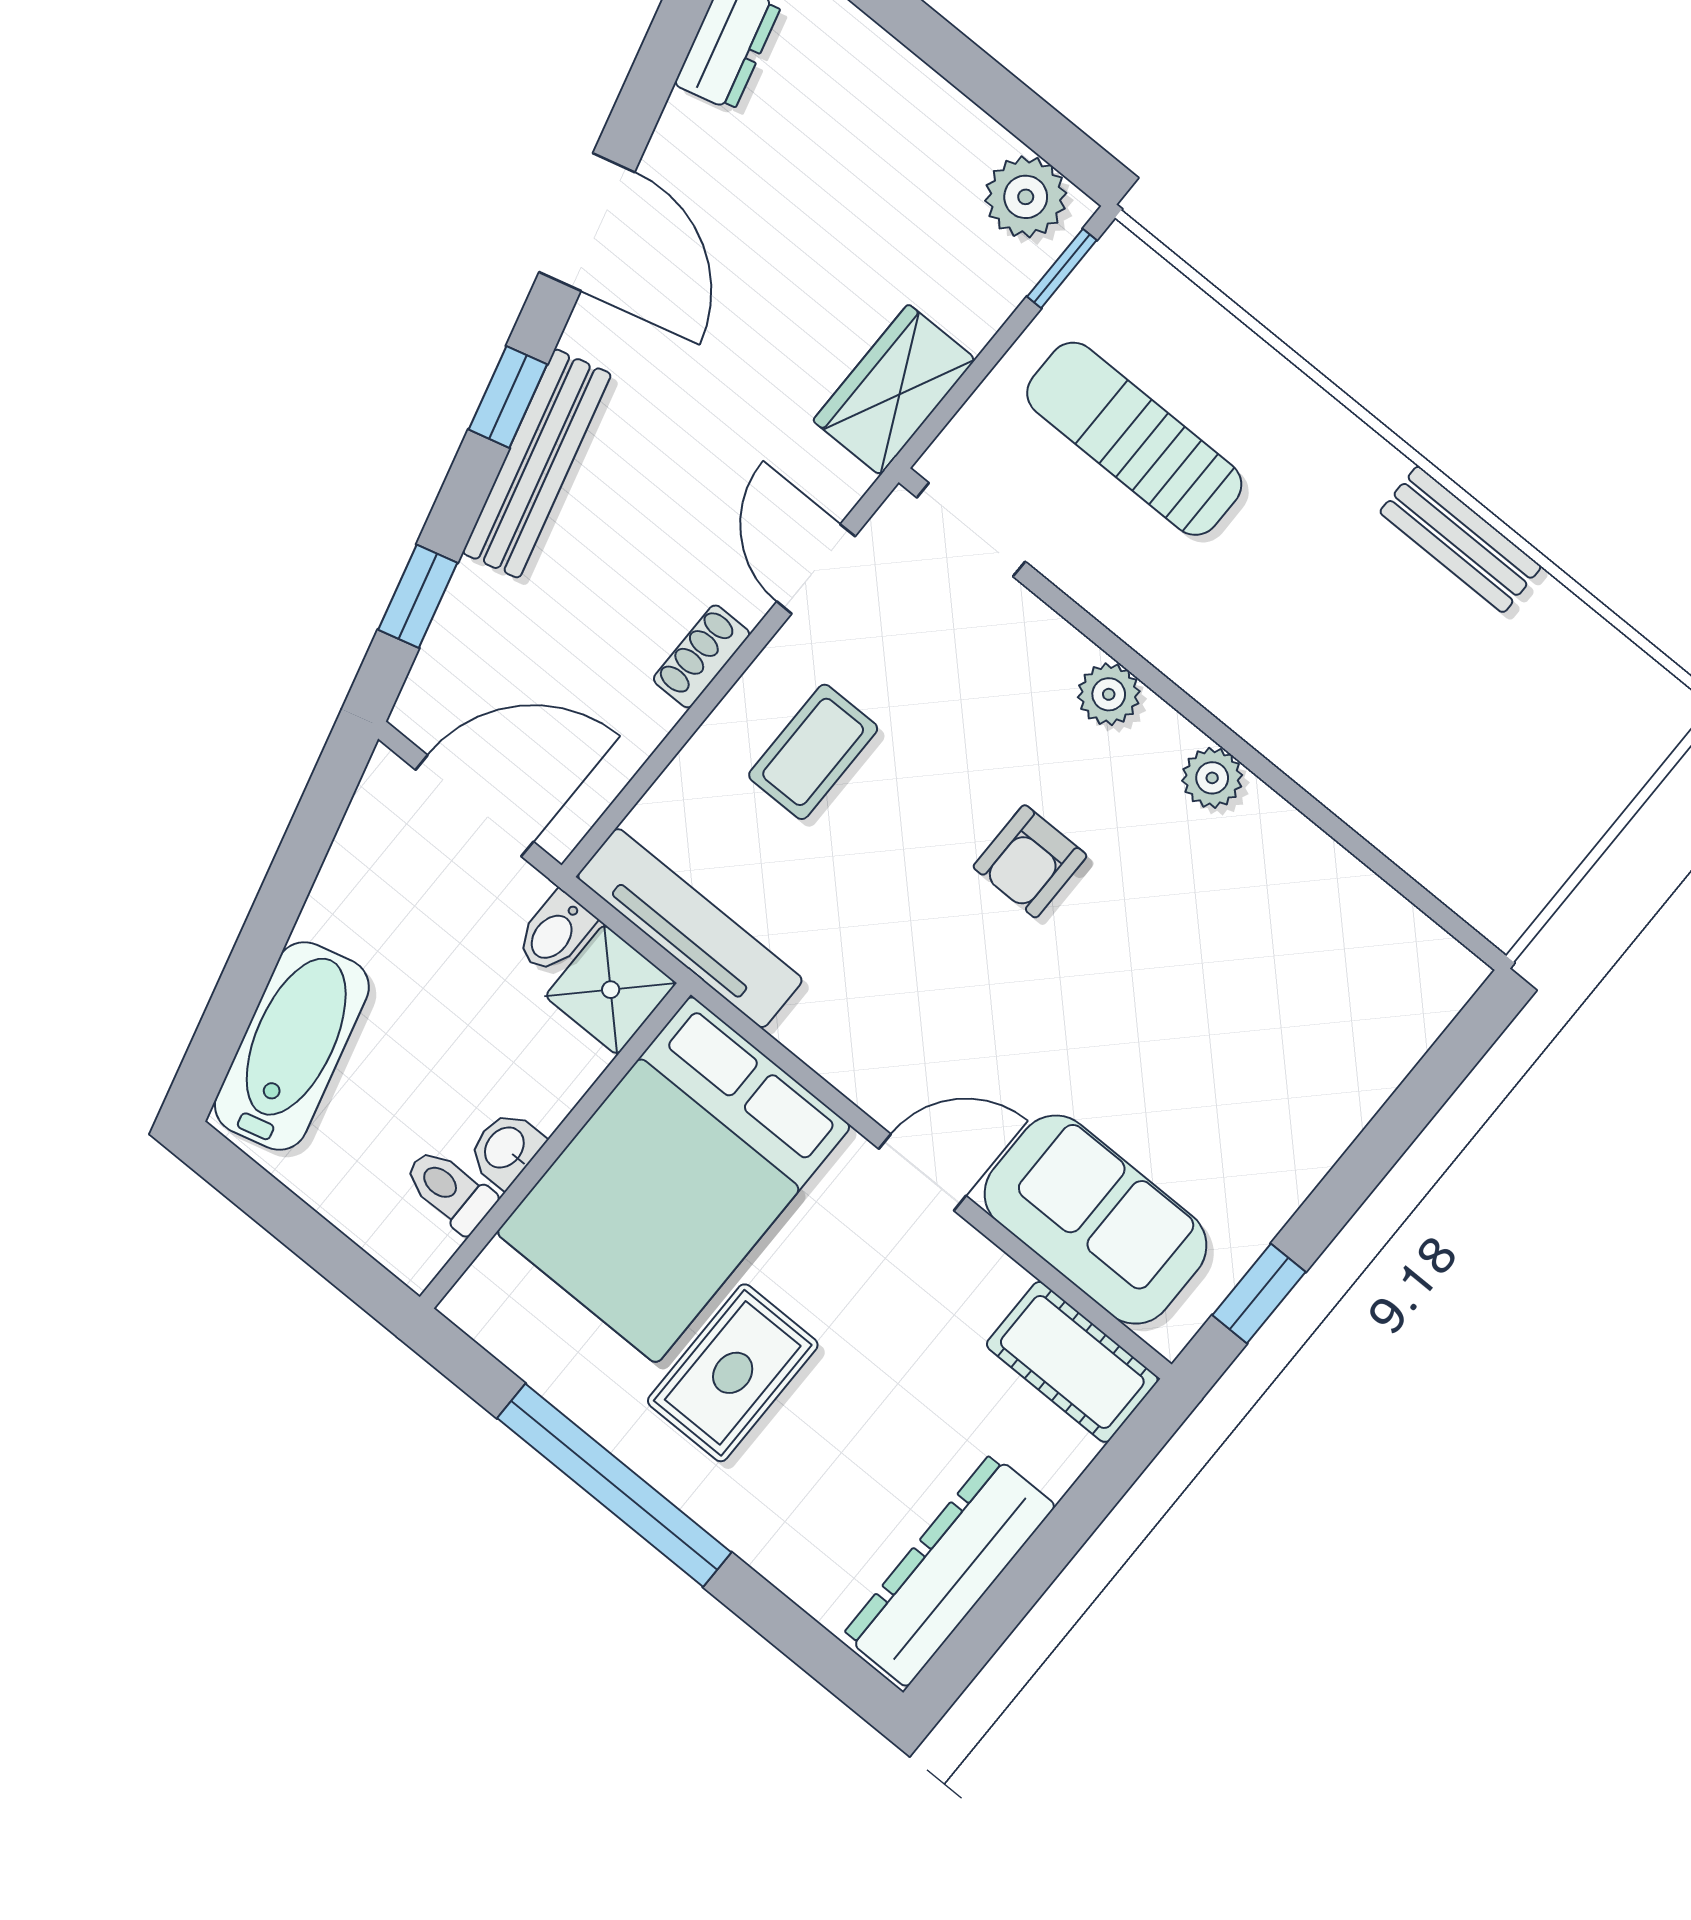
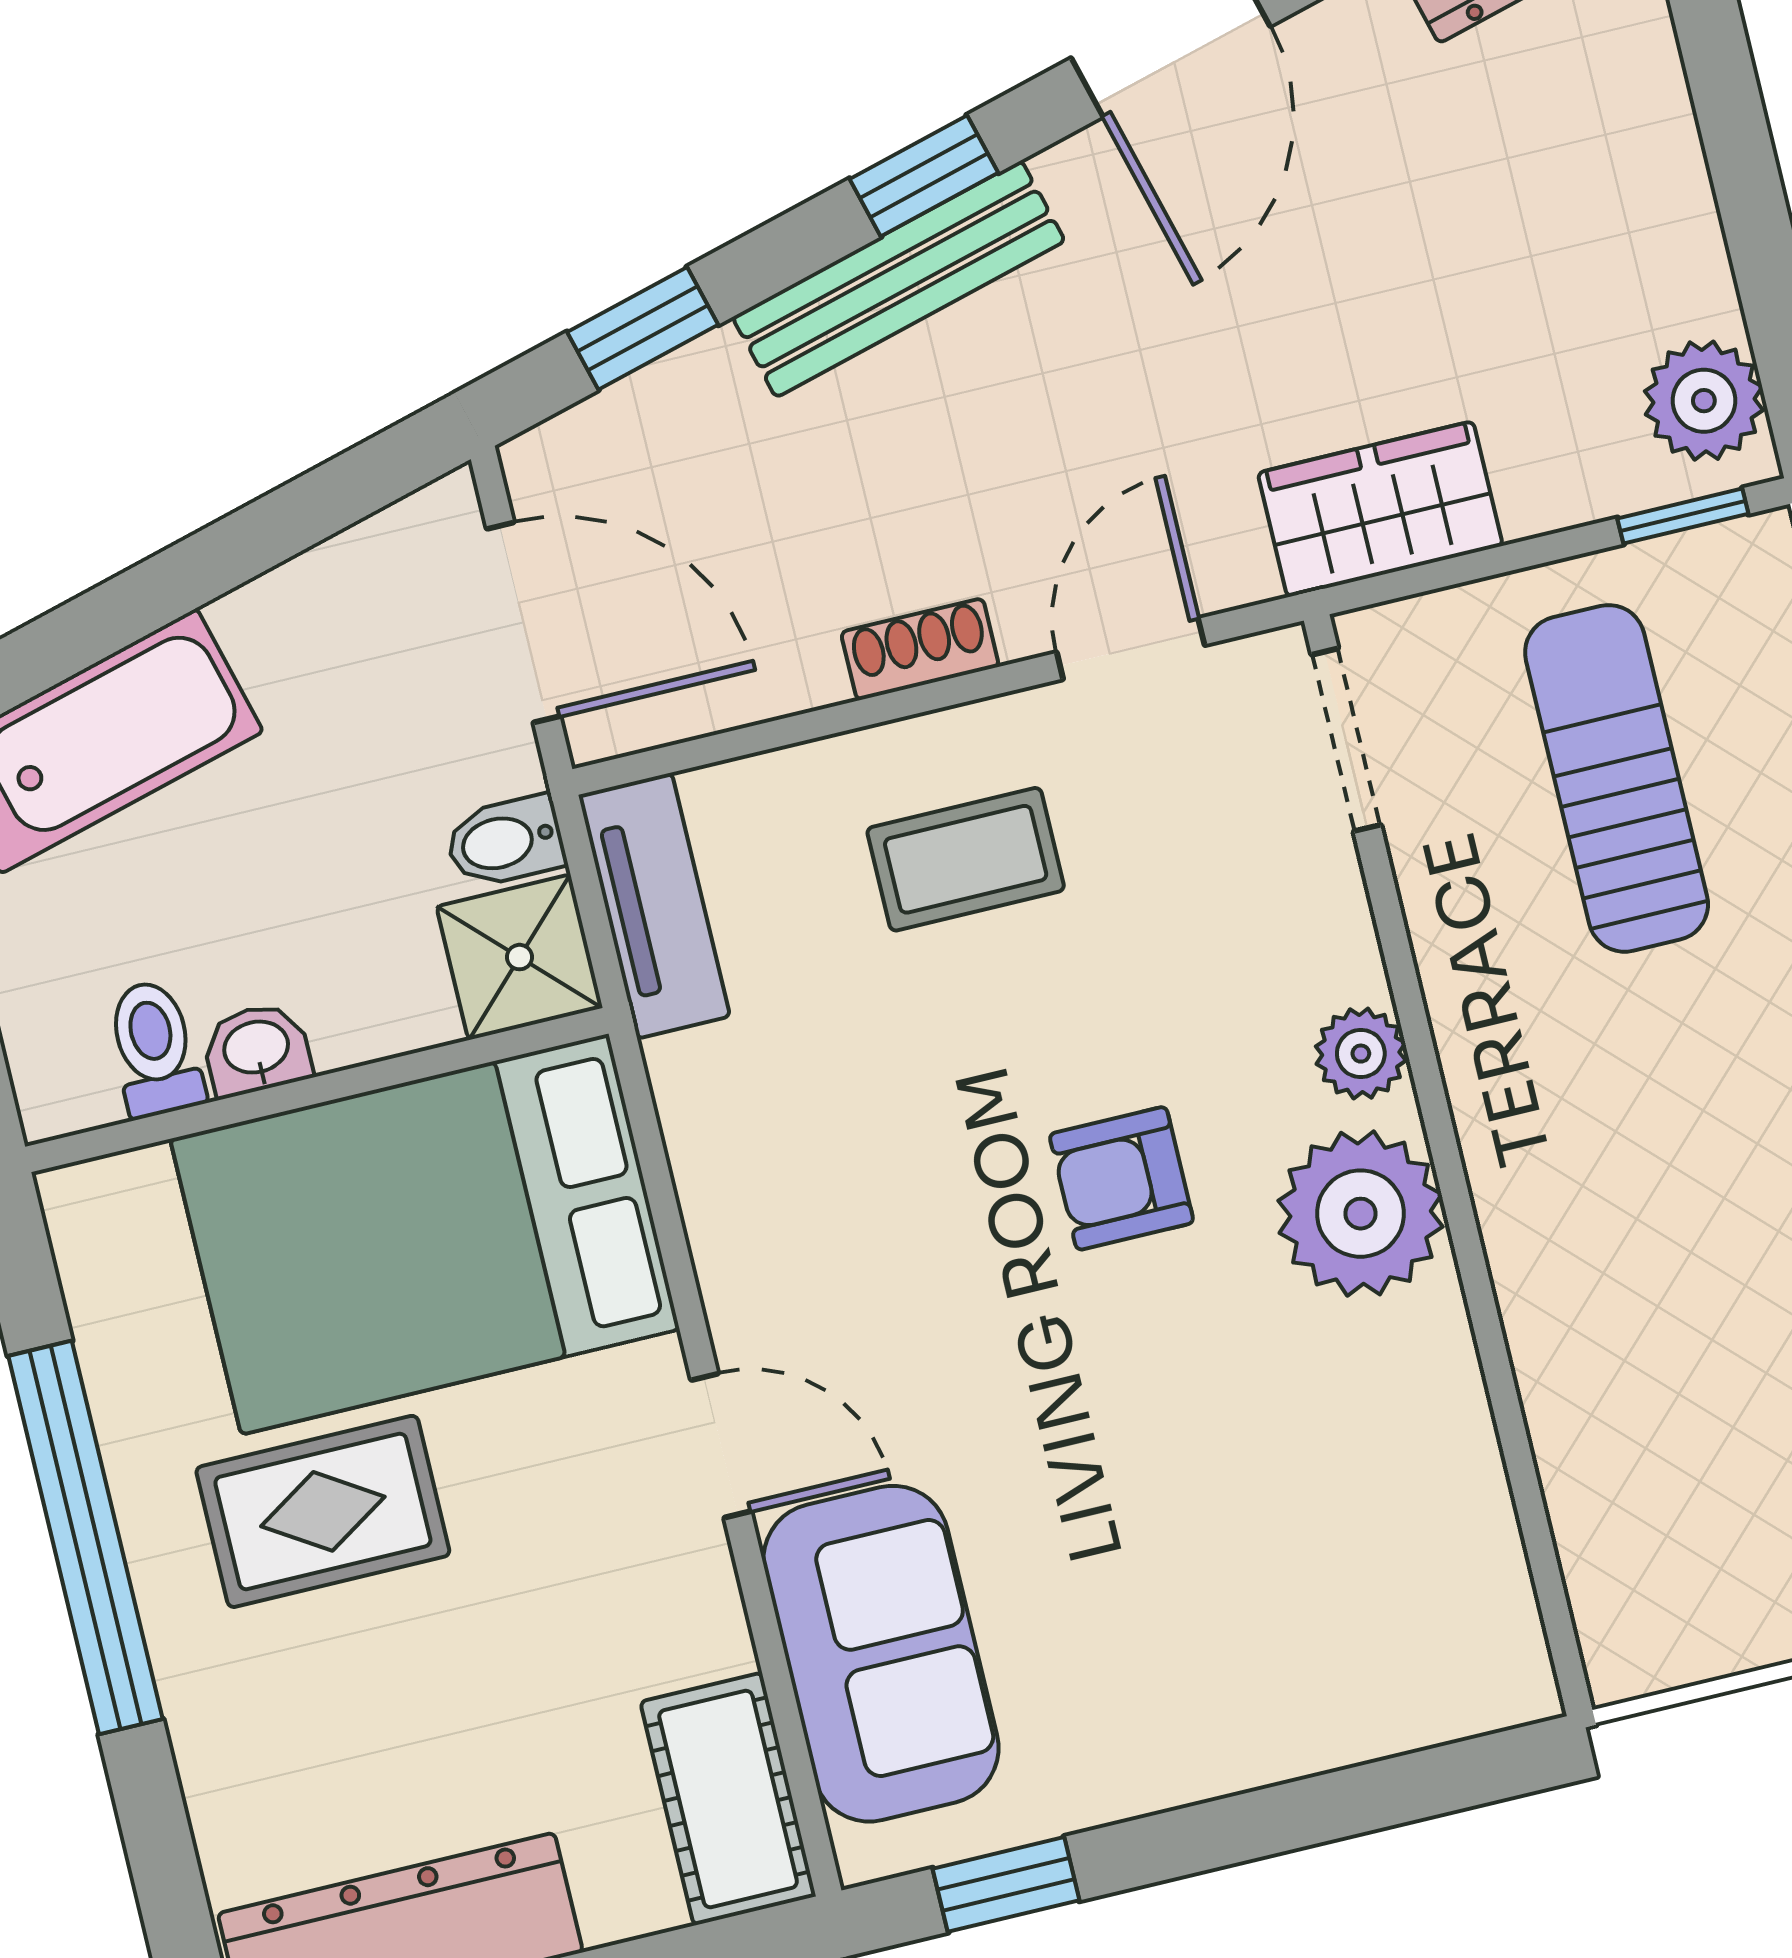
plant: (1212, 778) -> (1361, 1214), width x1.88, depth x1.88
tv unit: (690, 928) -> (654, 906), width x0.71

